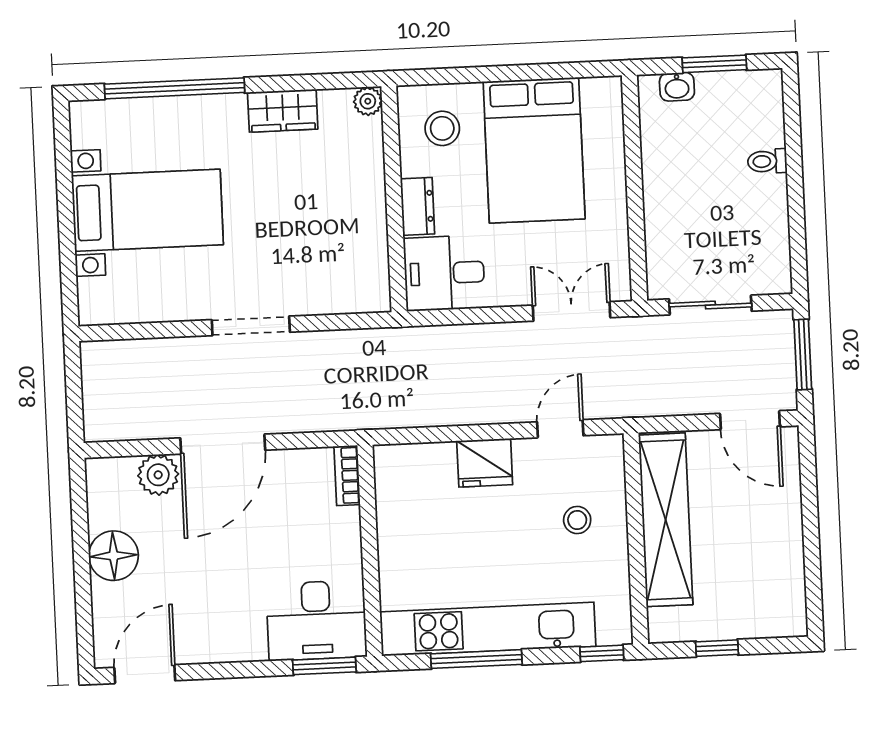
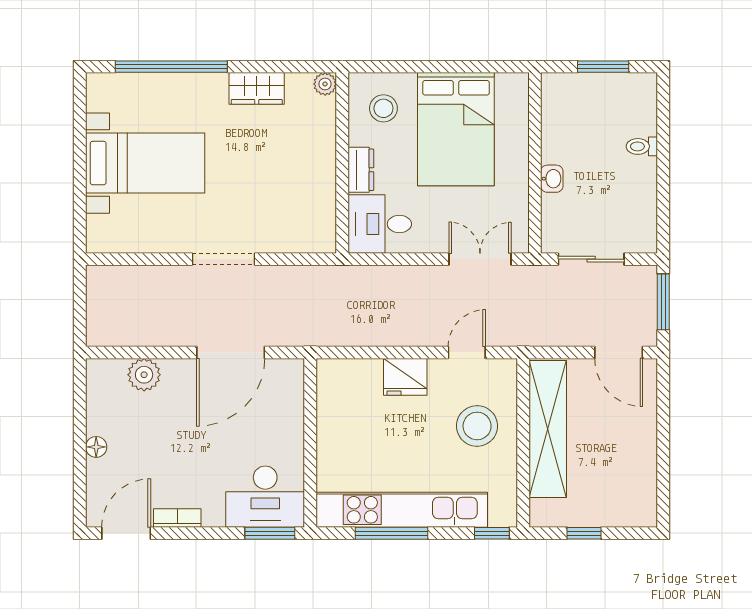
washbasin: (677, 87) -> (552, 179), moved, turned -90
door: (223, 444) -> (231, 352), moved
bookcase: (347, 475) -> (177, 518), moved, turned 90
stool: (577, 520) -> (477, 426), width x1.89, depth x1.89
floor lamp: (114, 556) -> (96, 447), width x0.53, depth x0.53

